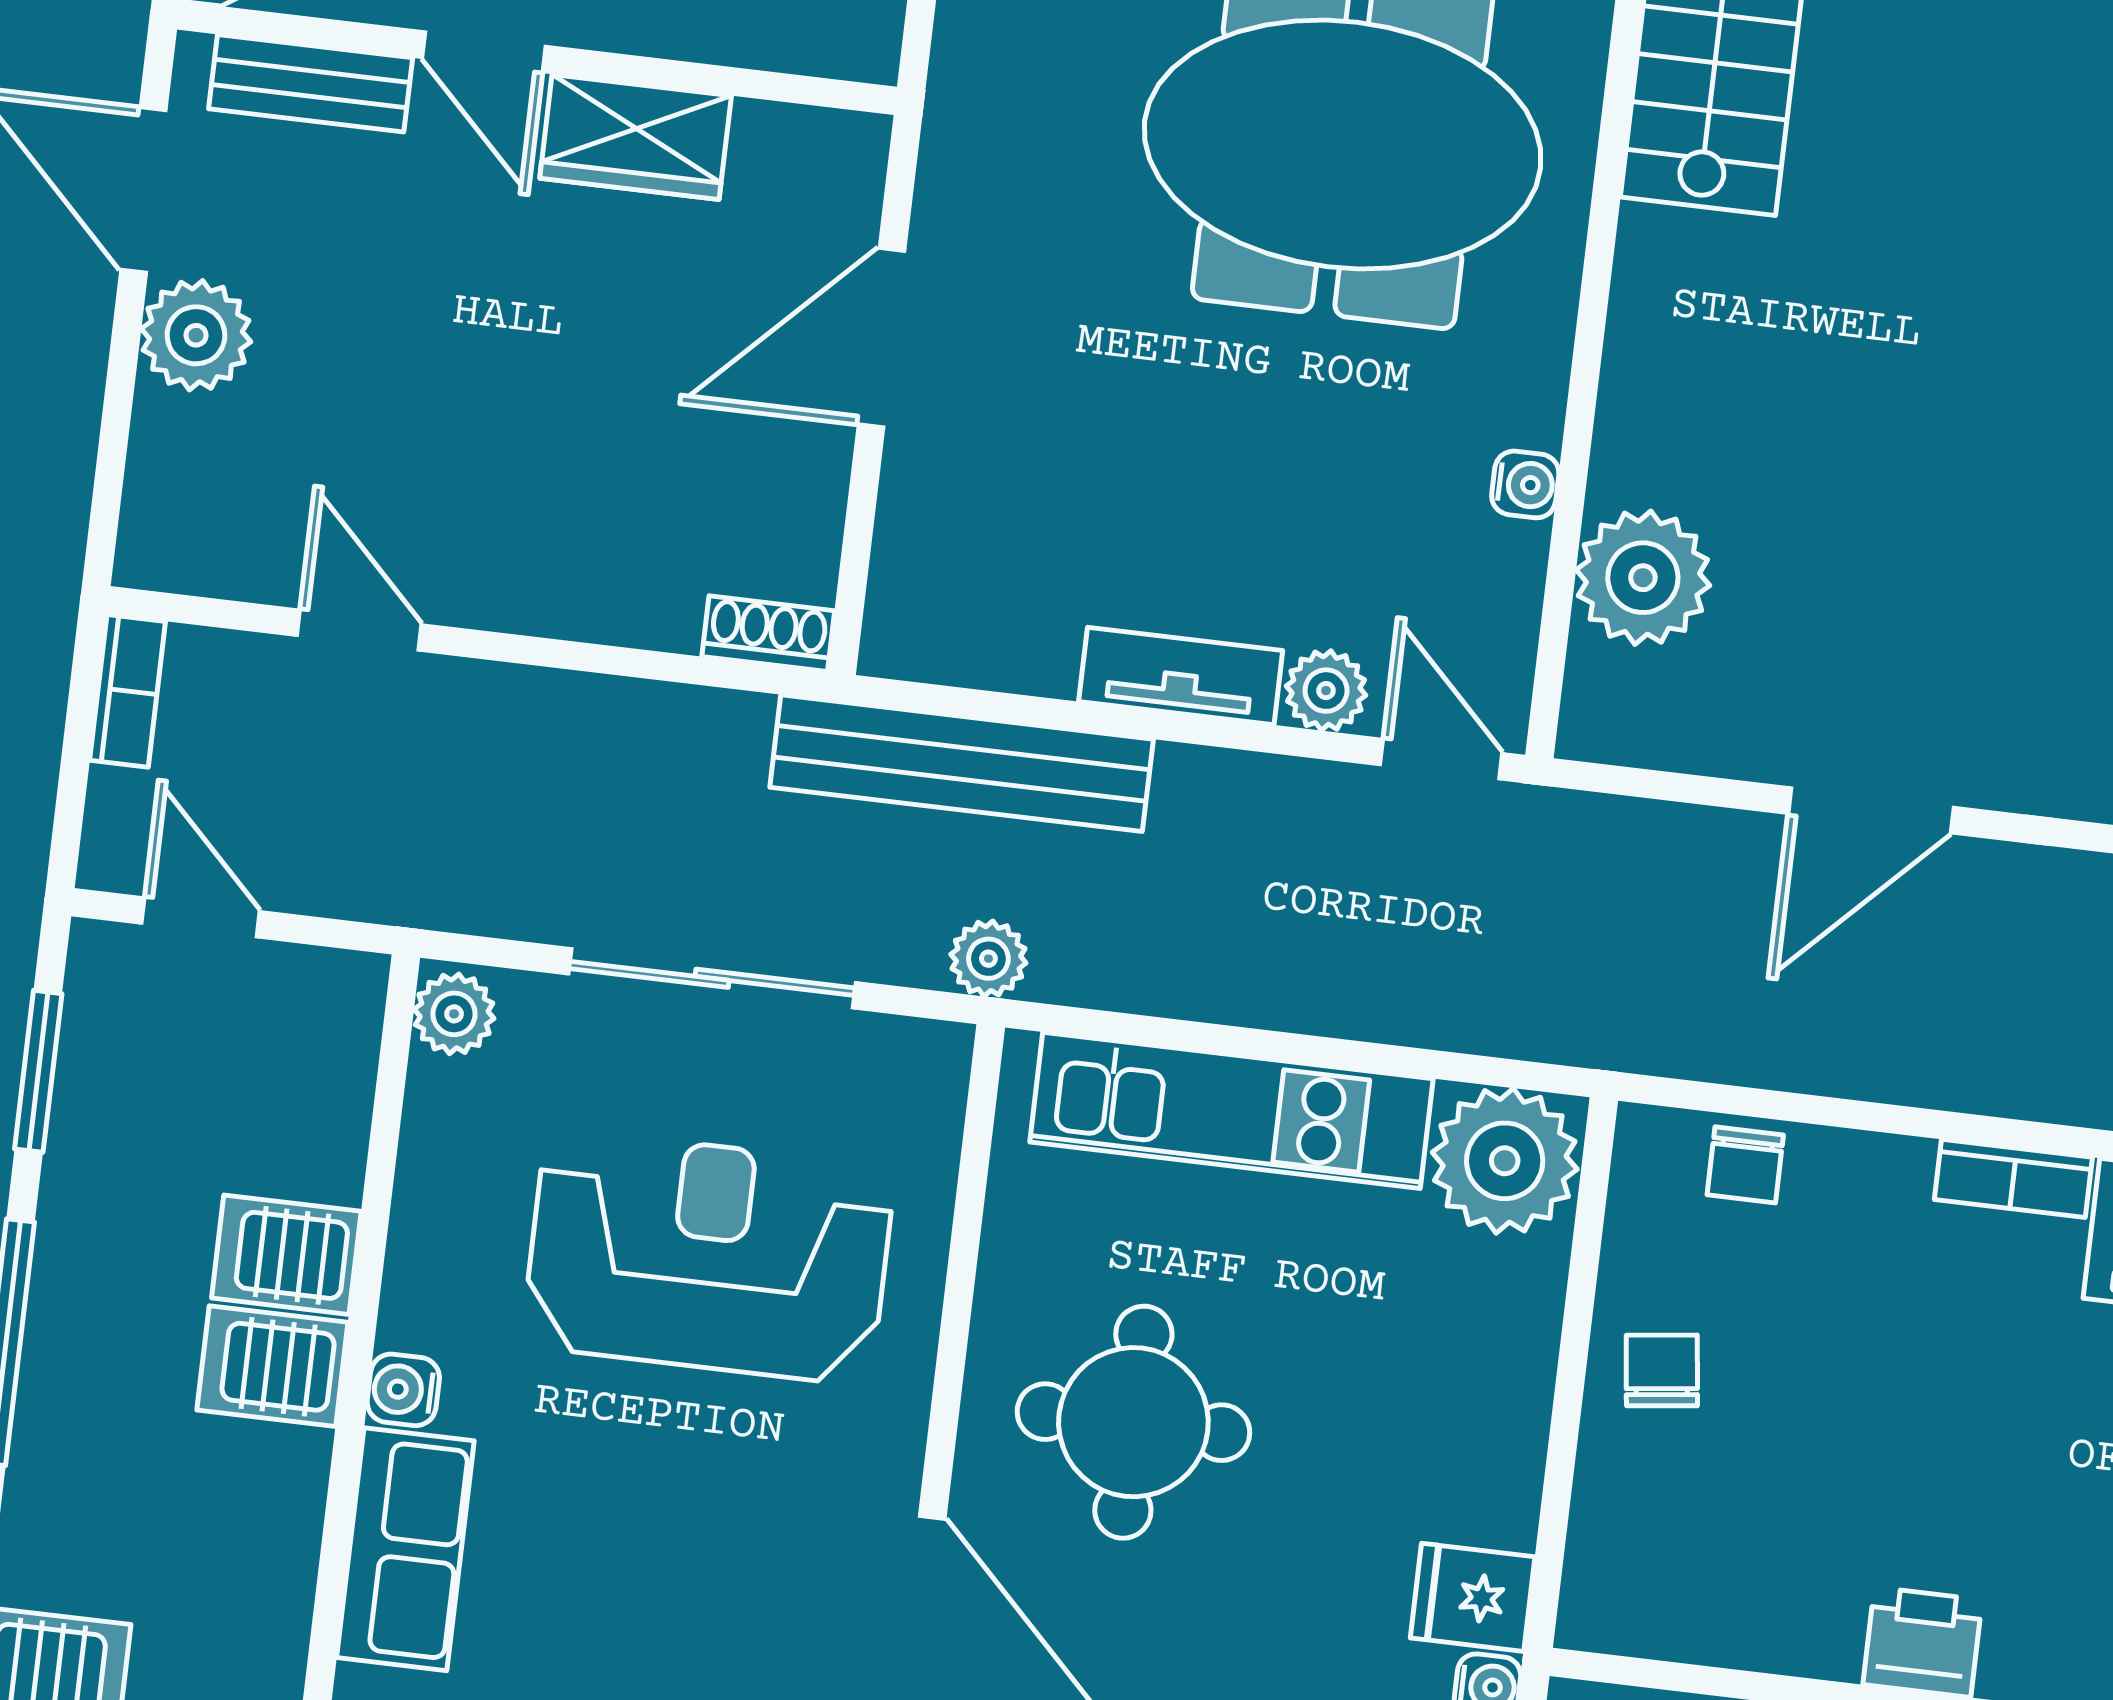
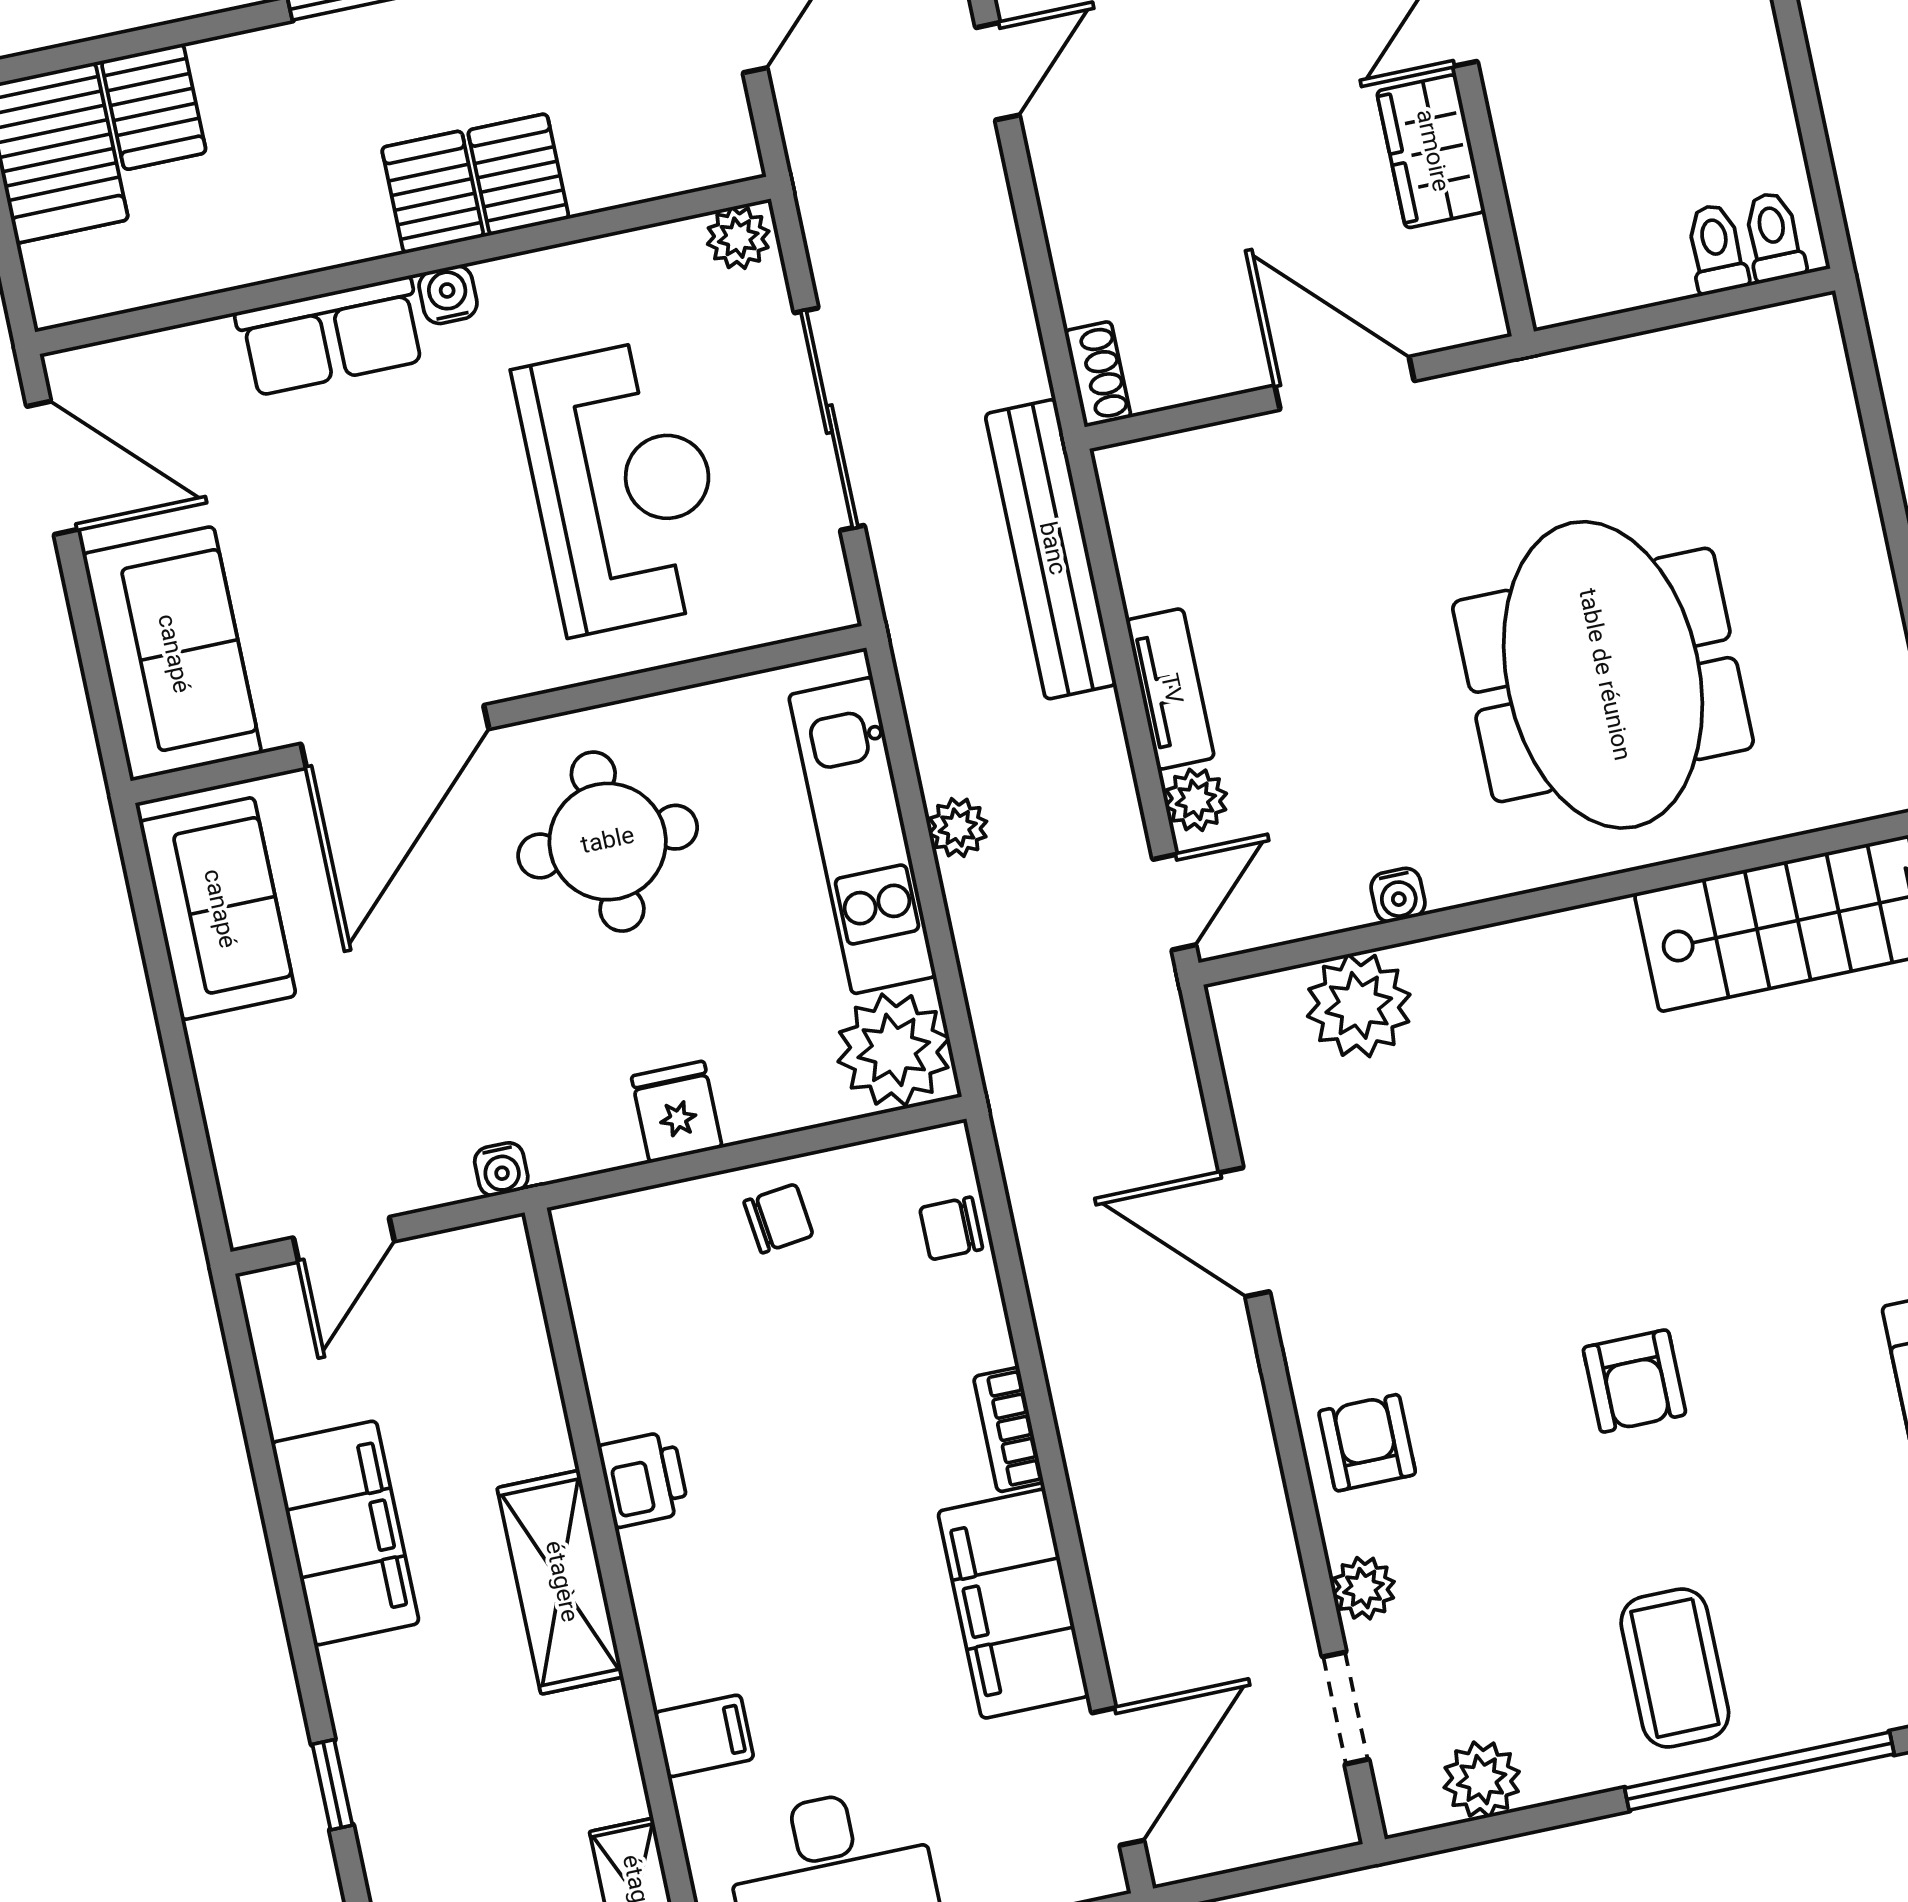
plant: (988, 959) -> (958, 828), moved
fridge: (1473, 1597) -> (677, 1112), moved

